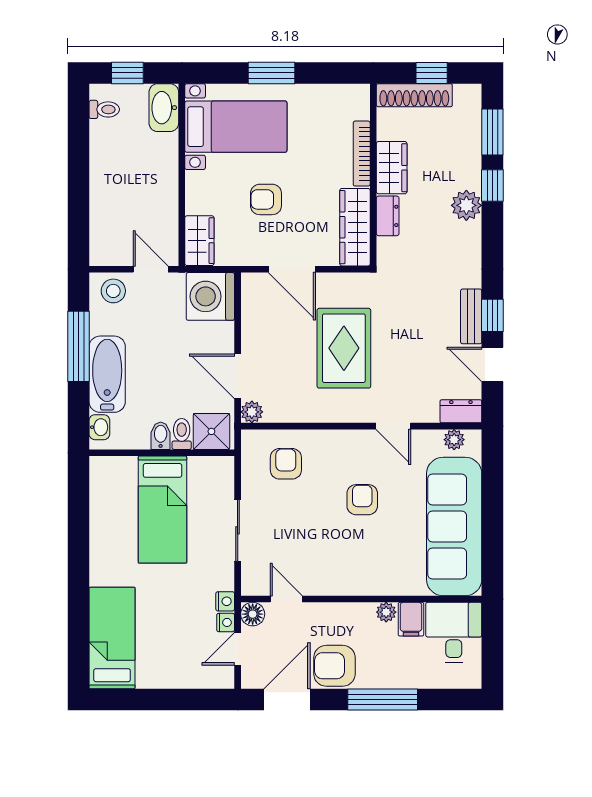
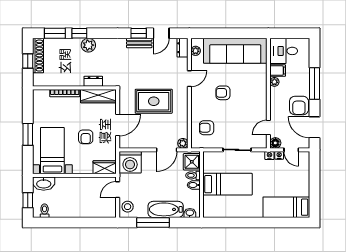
shoe rack: (414, 95) -> (38, 56), moved
wardrobe: (392, 168) -> (71, 79), removed

